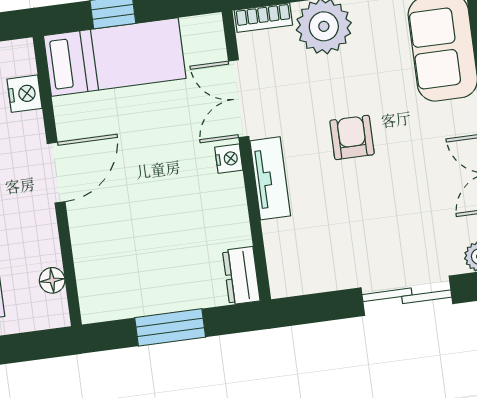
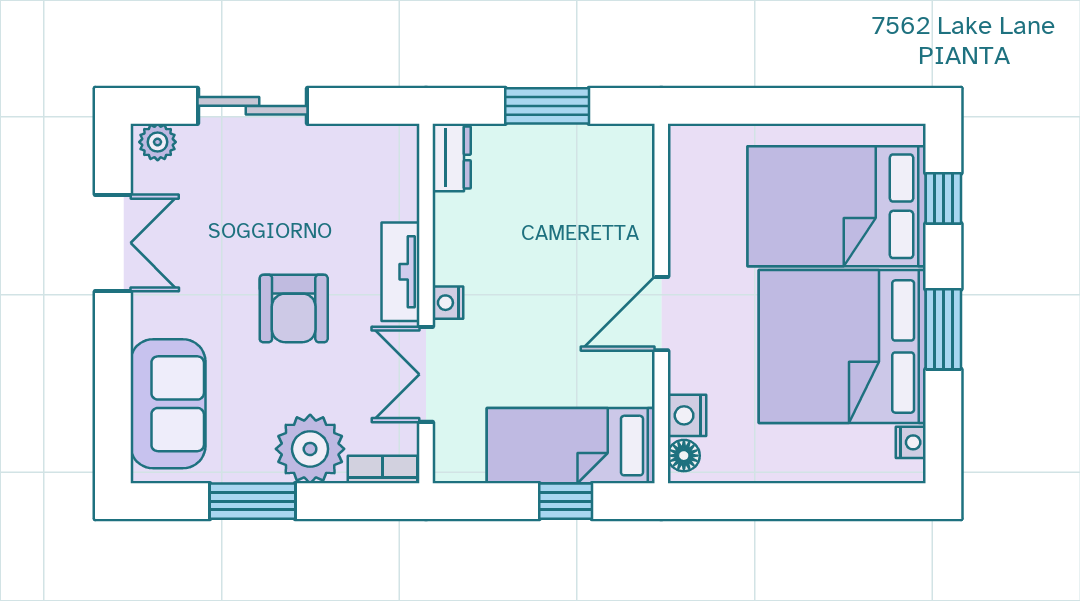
double door: (239, 99) -> (426, 374), swing flipped
armchair: (352, 137) -> (294, 308), width x1.38, depth x1.38
floor lamp: (52, 280) -> (684, 456), moved

